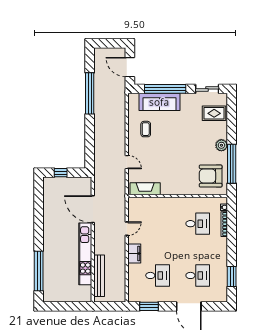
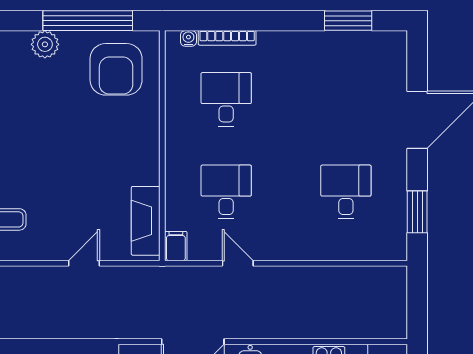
filing cabinet: (134, 254) -> (176, 246), moved, width x0.50
desk: (198, 275) -> (226, 192), moved
bench: (99, 276) -> (346, 327), removed

